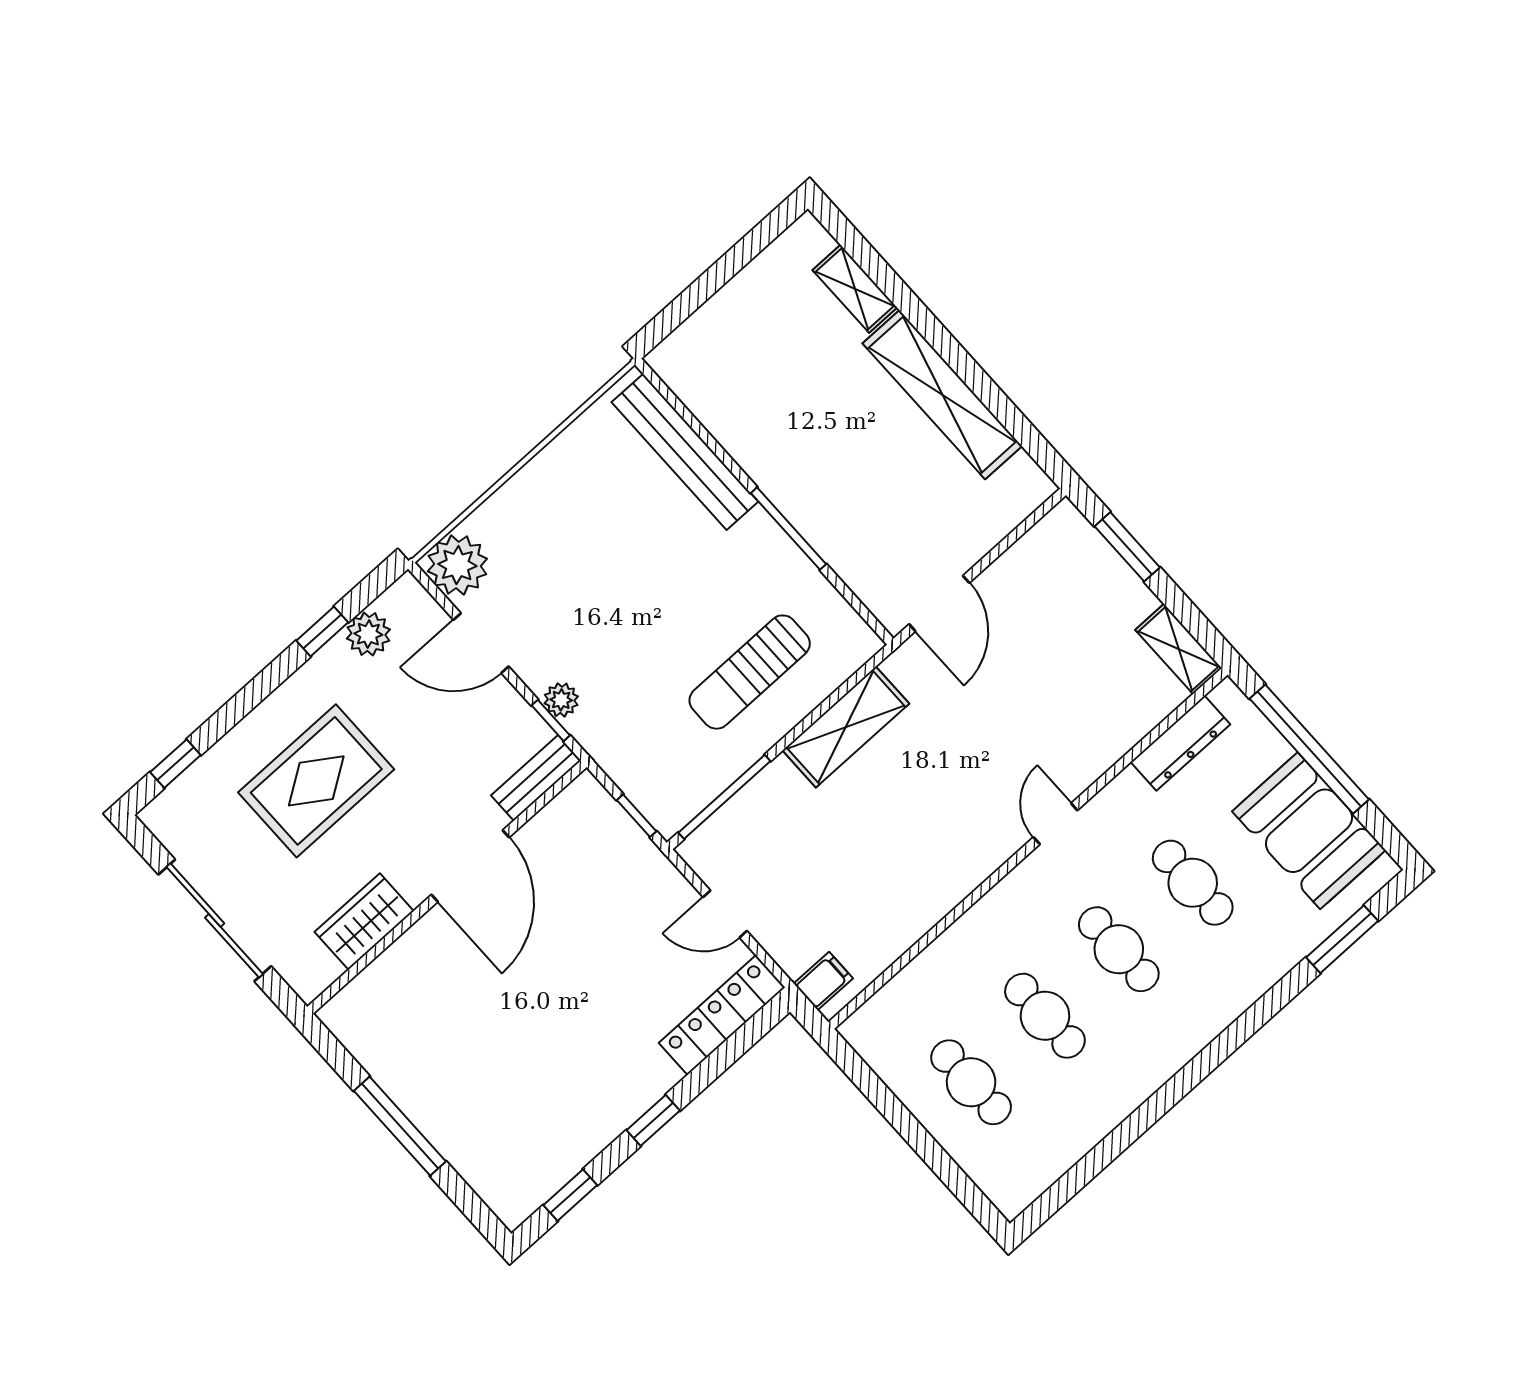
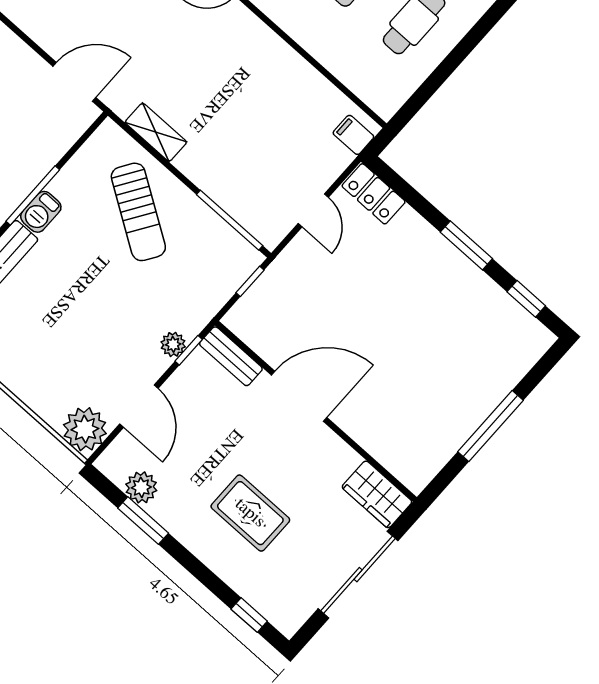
barbecue: (765, 537) -> (41, 212), added
window: (322, 632) -> (143, 521), width x1.50
sun lounger: (750, 672) -> (138, 212), turned 33
shelving: (846, 727) -> (156, 132), width x0.67, depth x0.75
rug: (316, 781) -> (250, 513), width x0.73, depth x0.70
wardrobe: (364, 921) -> (377, 494), moved
locker: (722, 1015) -> (374, 194), width x0.66
window: (653, 1120) -> (466, 245), width x1.50

